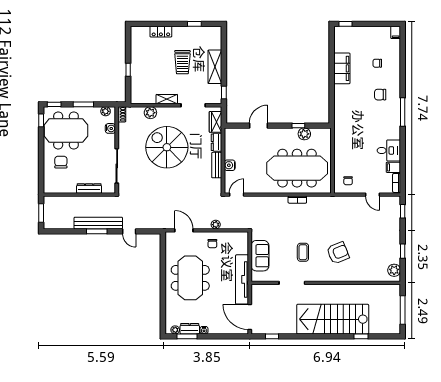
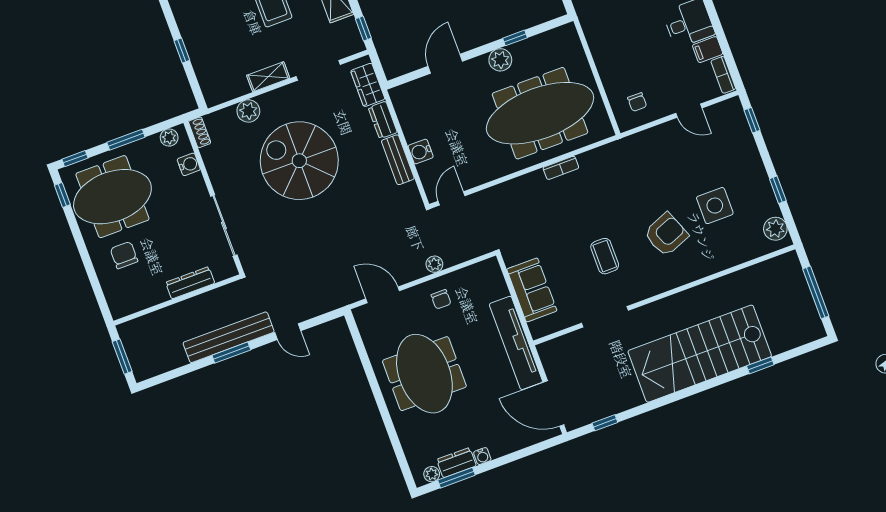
plant: (304, 134) -> (500, 60), moved
side table: (368, 247) -> (715, 206), added

